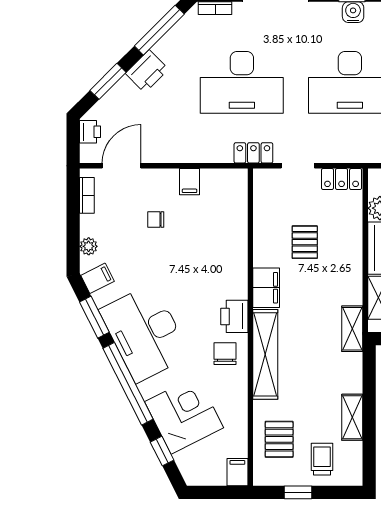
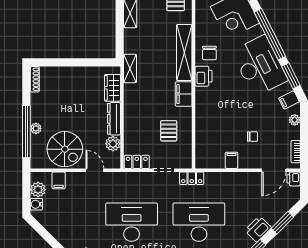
printer: (90, 132) -> (294, 179), moved
pallet: (305, 242) -> (169, 131), moved

